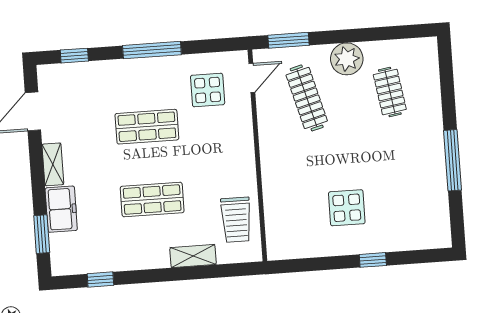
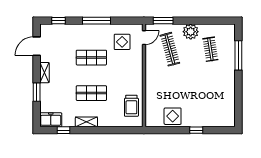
window: (453, 160) -> (238, 55), moved
display table: (347, 208) -> (173, 116), moved
freezer: (61, 209) -> (51, 120), moved, turned -90
window: (42, 234) -> (37, 92), moved
shelving: (193, 256) -> (86, 122), moved

